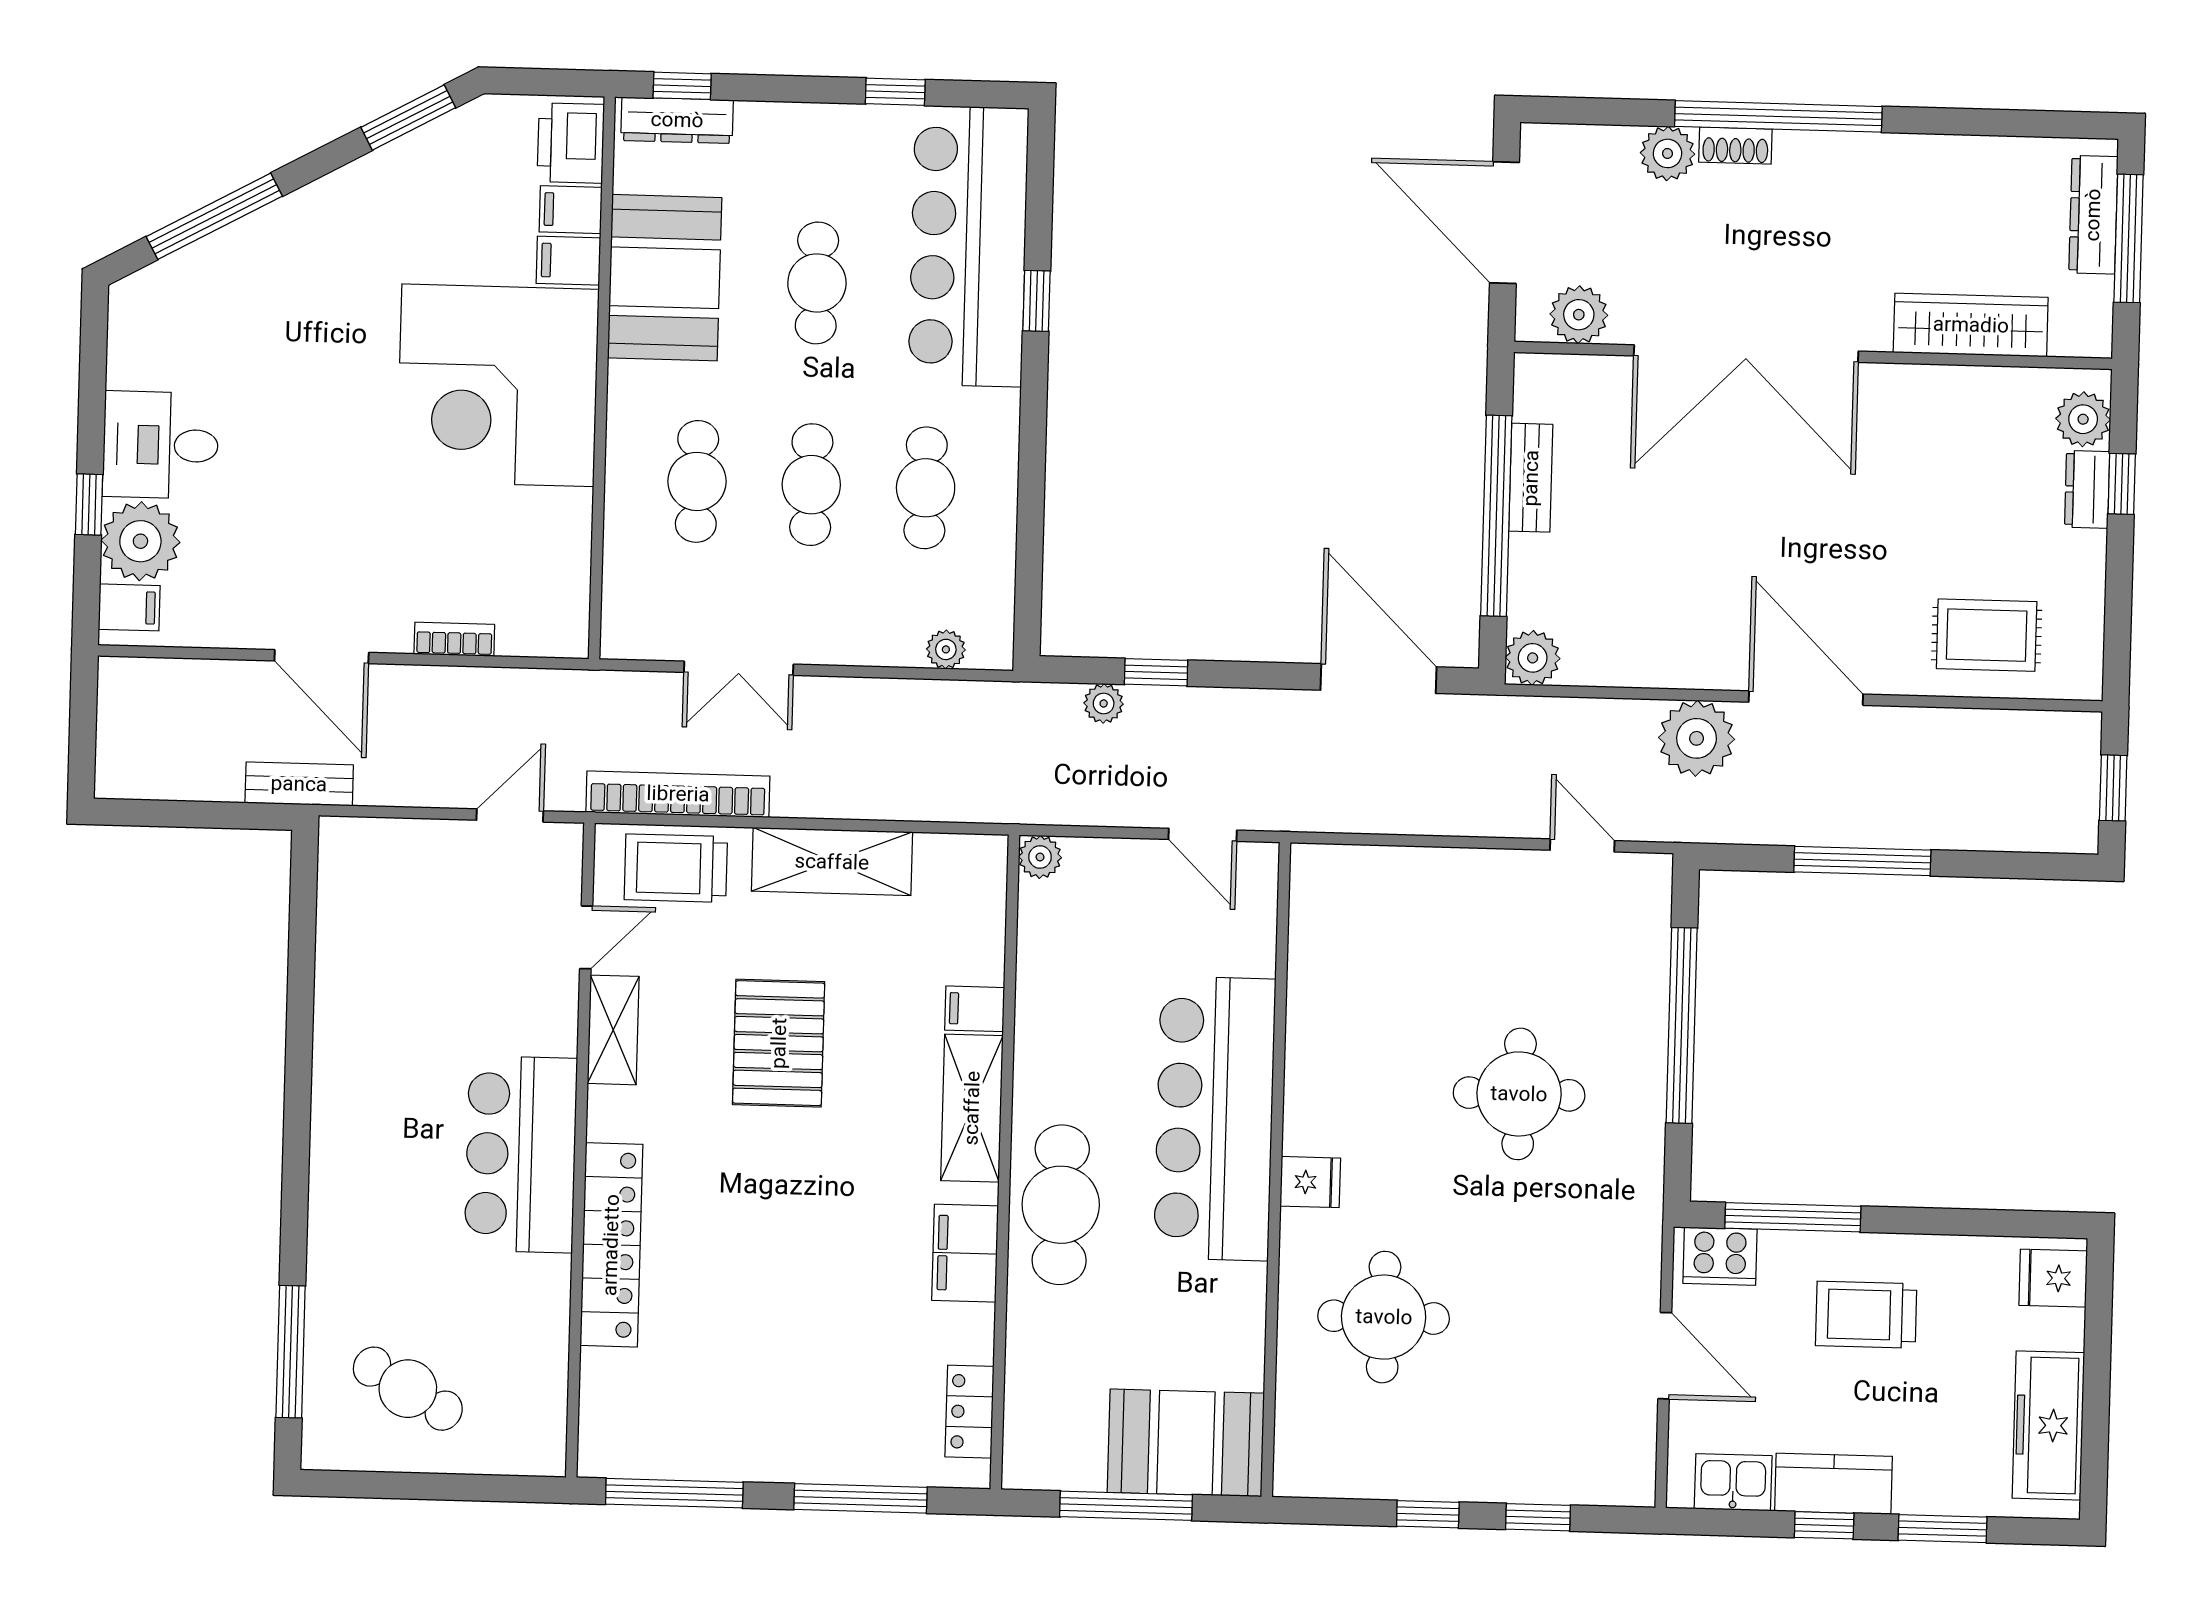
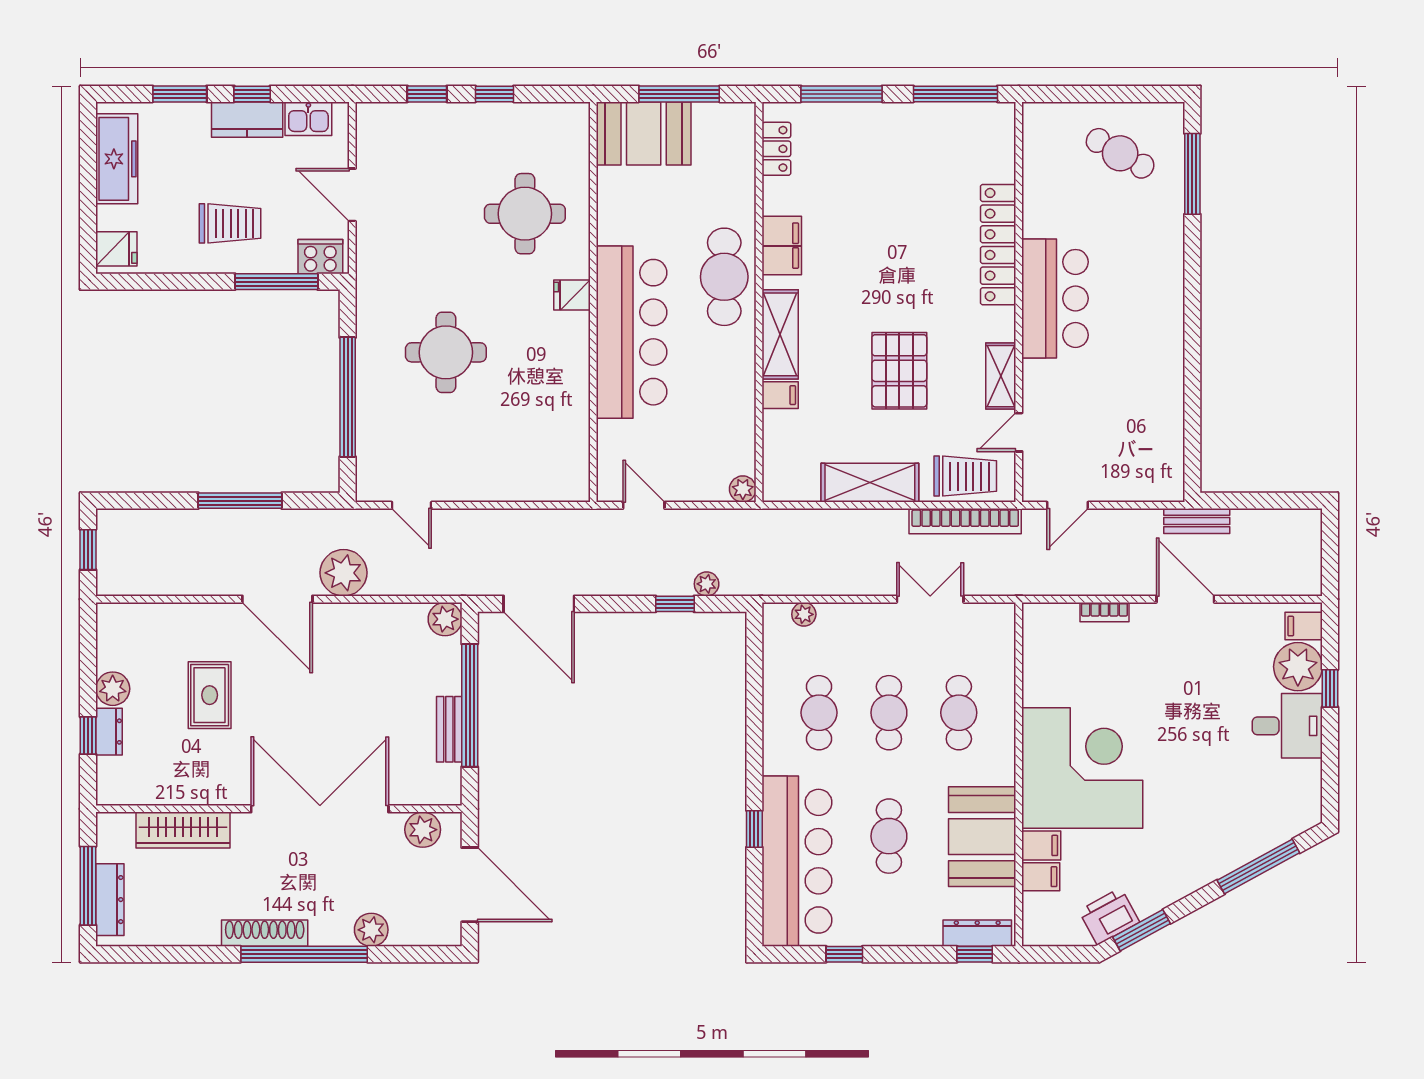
printer: (571, 143) -> (1109, 916), moved, turned -119
shoe rack: (1735, 146) -> (265, 933), moved, width x1.94, depth x1.24
plant: (2083, 419) -> (113, 689), moved
rug: (1987, 635) -> (210, 695), moved, turned 90

